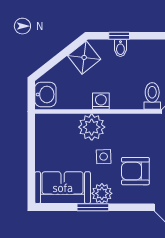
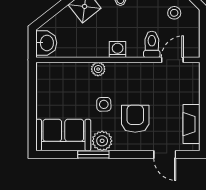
washing machine: (101, 101) -> (118, 50), moved
plant: (92, 127) -> (98, 69), width x0.53, depth x0.53
armchair: (135, 171) -> (135, 119), turned 90

